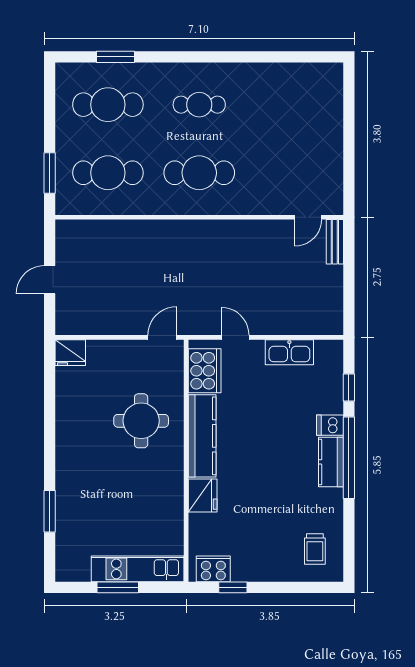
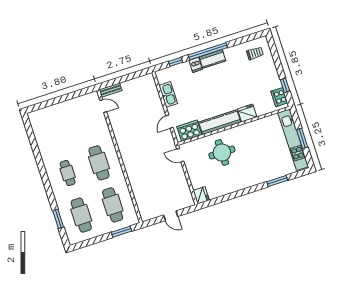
kitchen unit: (138, 569) -> (293, 140), width x1.36

